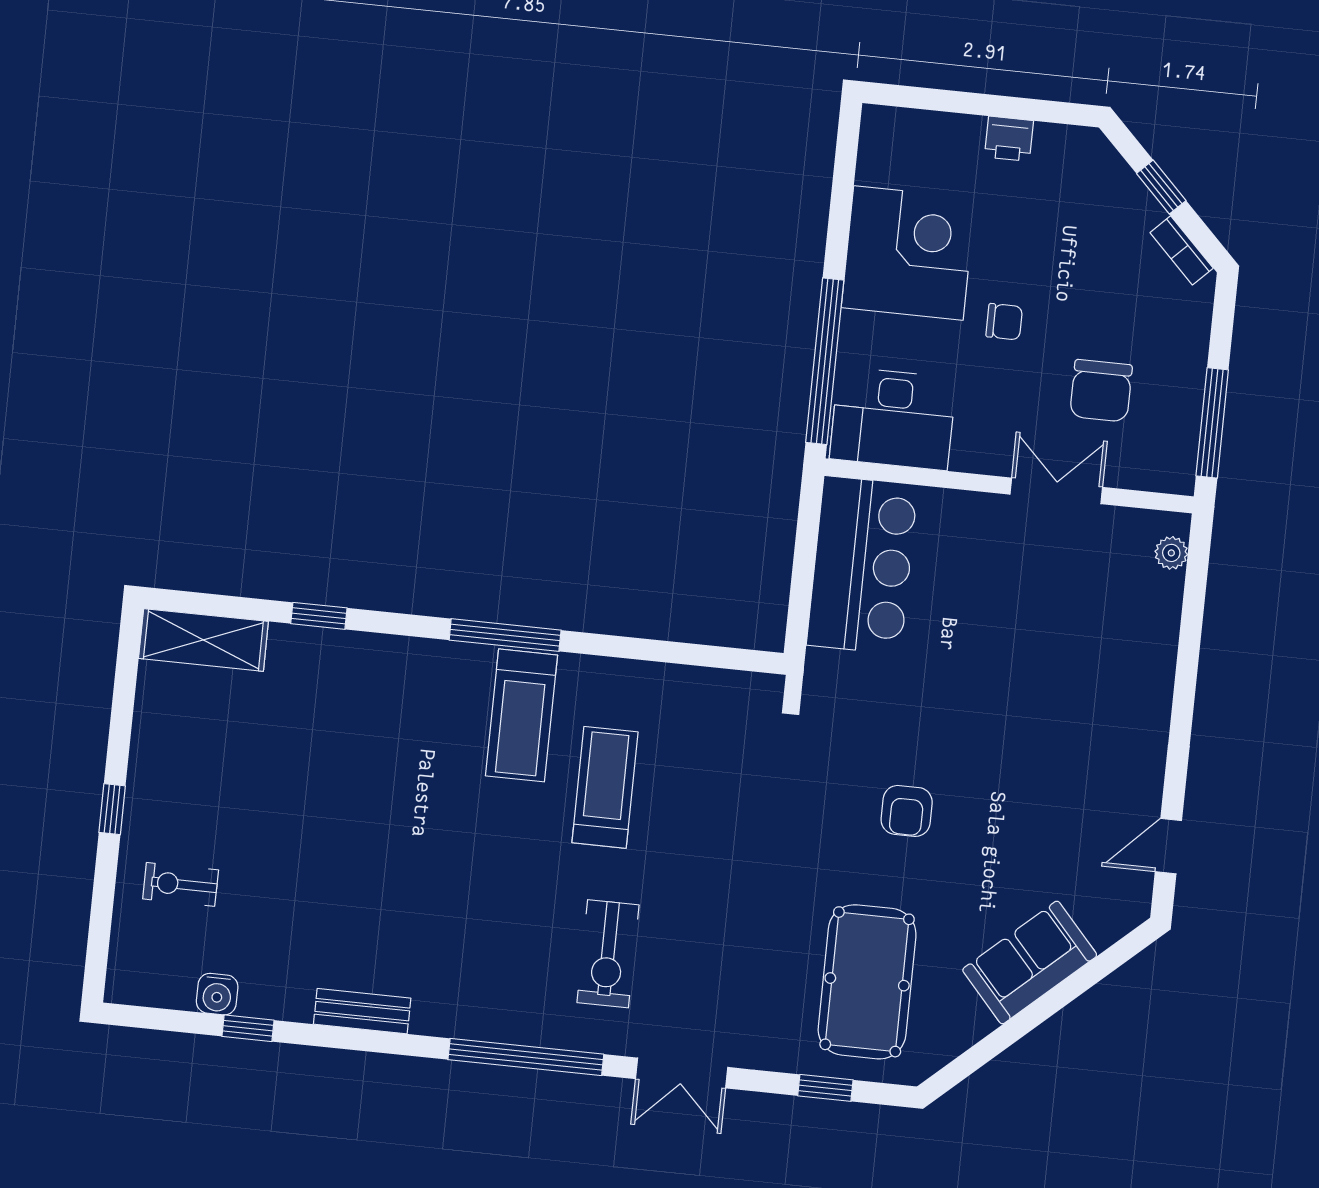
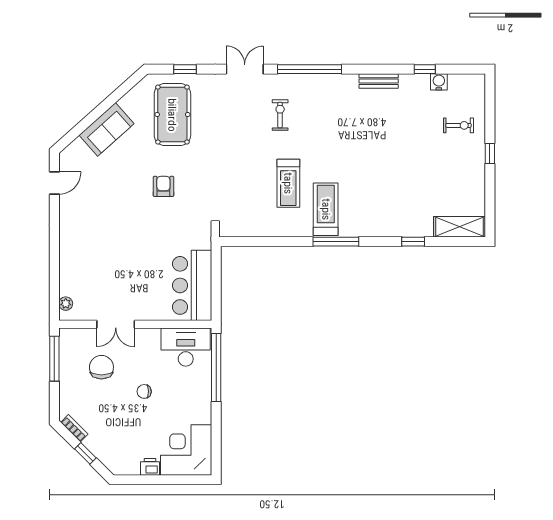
corner desk: (908, 253) -> (186, 450), moved, turned 90
exercise bike: (608, 954) -> (280, 115), width x0.73, depth x0.72

